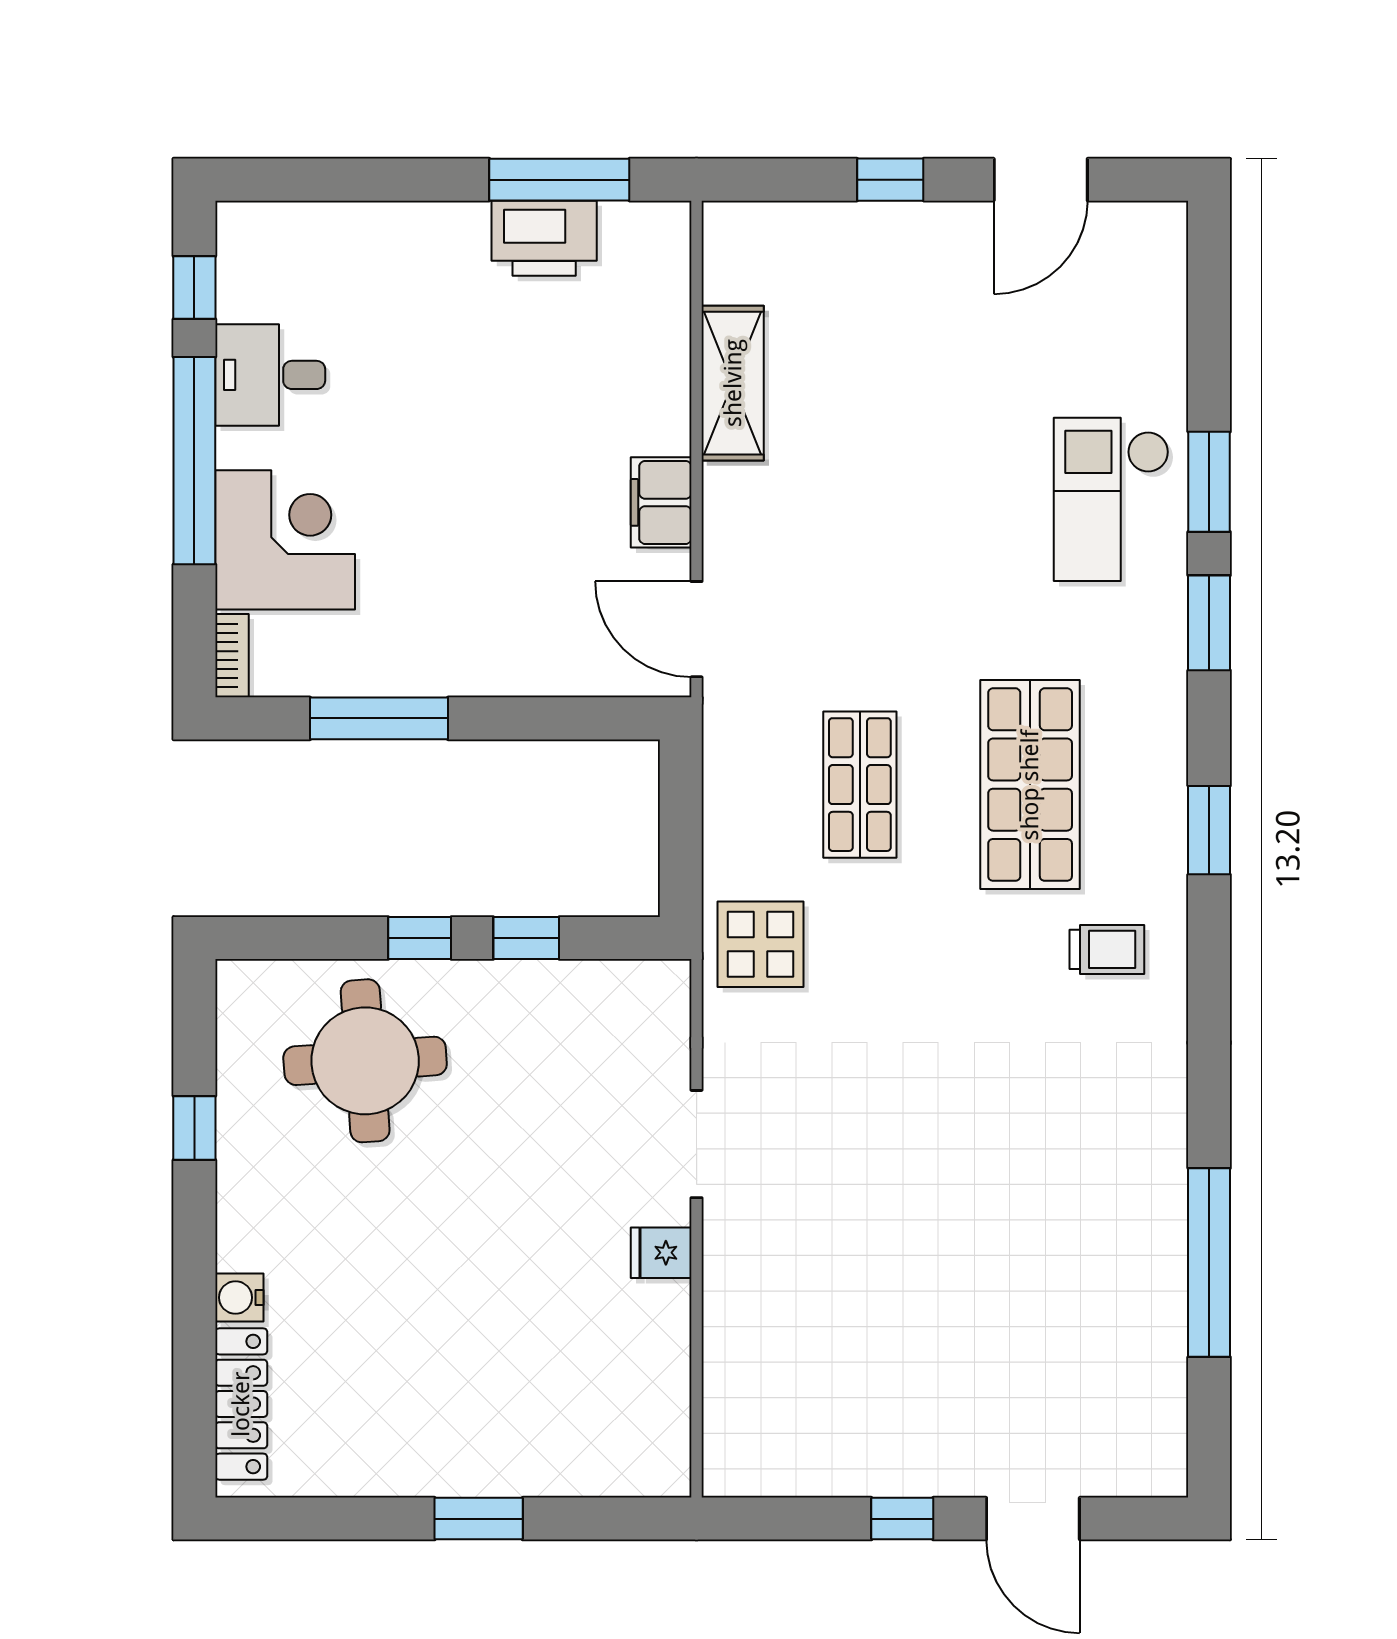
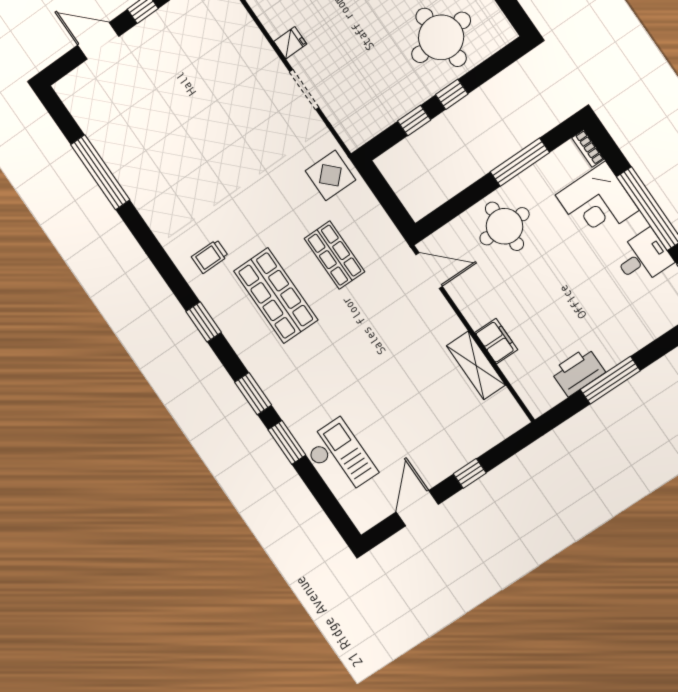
window: (559, 180) -> (610, 380), moved
checkout: (1111, 499) -> (340, 458), moved
filing cabinet: (661, 502) -> (496, 341), moved
round table: (493, 615) -> (504, 226), added

